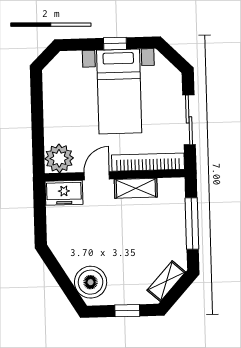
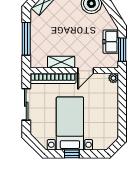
plant: (59, 158) -> (113, 78), width x0.53, depth x0.53
freezer: (64, 193) -> (111, 42), moved, turned -90
window: (40, 211) -> (122, 50), added

